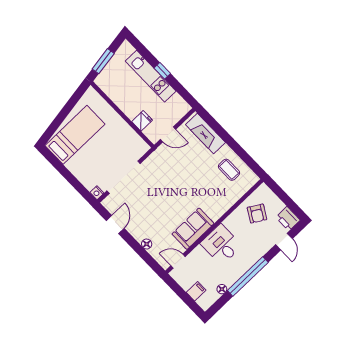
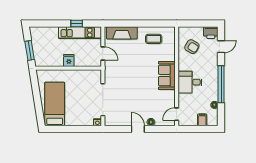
window: (162, 71) -> (77, 24), moved
kitchen unit: (151, 76) -> (80, 33), moved
fridge: (142, 121) -> (69, 60), moved
door: (168, 134) -> (103, 54), hinge flipped
door: (115, 225) -> (138, 129), moved
sofa: (193, 229) -> (167, 75), moved
door: (284, 242) -> (221, 47), hinge flipped

